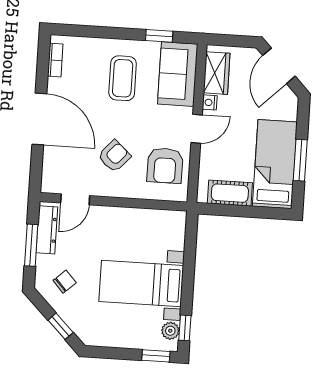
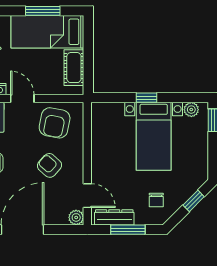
armchair: (165, 166) -> (55, 123), turned 101
plant: (50, 184) -> (76, 217), added
chair: (65, 282) -> (156, 200), turned -138
window: (185, 328) -> (147, 98), moved

